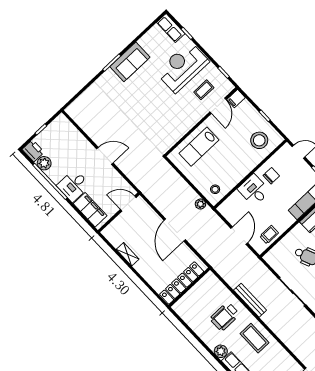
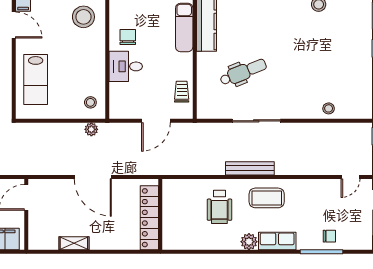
door: (239, 236) -> (156, 121), swing flipped
bench: (250, 300) -> (250, 168), moved

